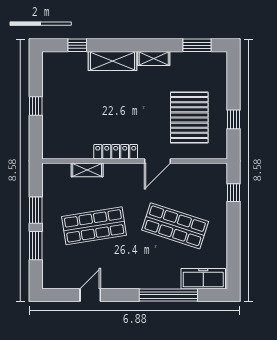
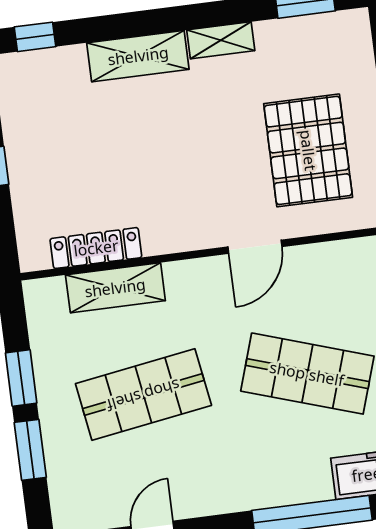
window: (77, 45) -> (35, 37), moved
locker: (116, 152) -> (96, 248), moved
shelving: (87, 170) -> (115, 288), width x1.50, depth x1.33

